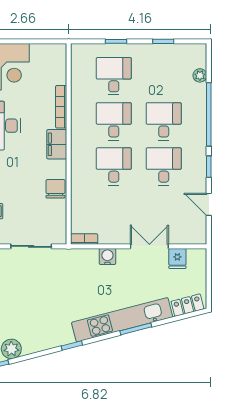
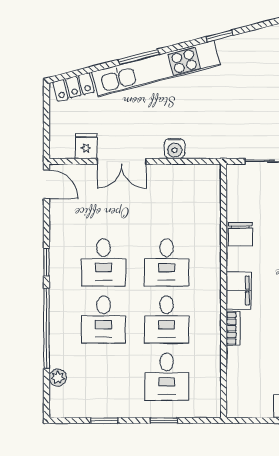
bookcase: (61, 107) -> (233, 328), width x0.64
door: (209, 204) -> (47, 184), moved
bookcase: (84, 239) -> (204, 171), removed

